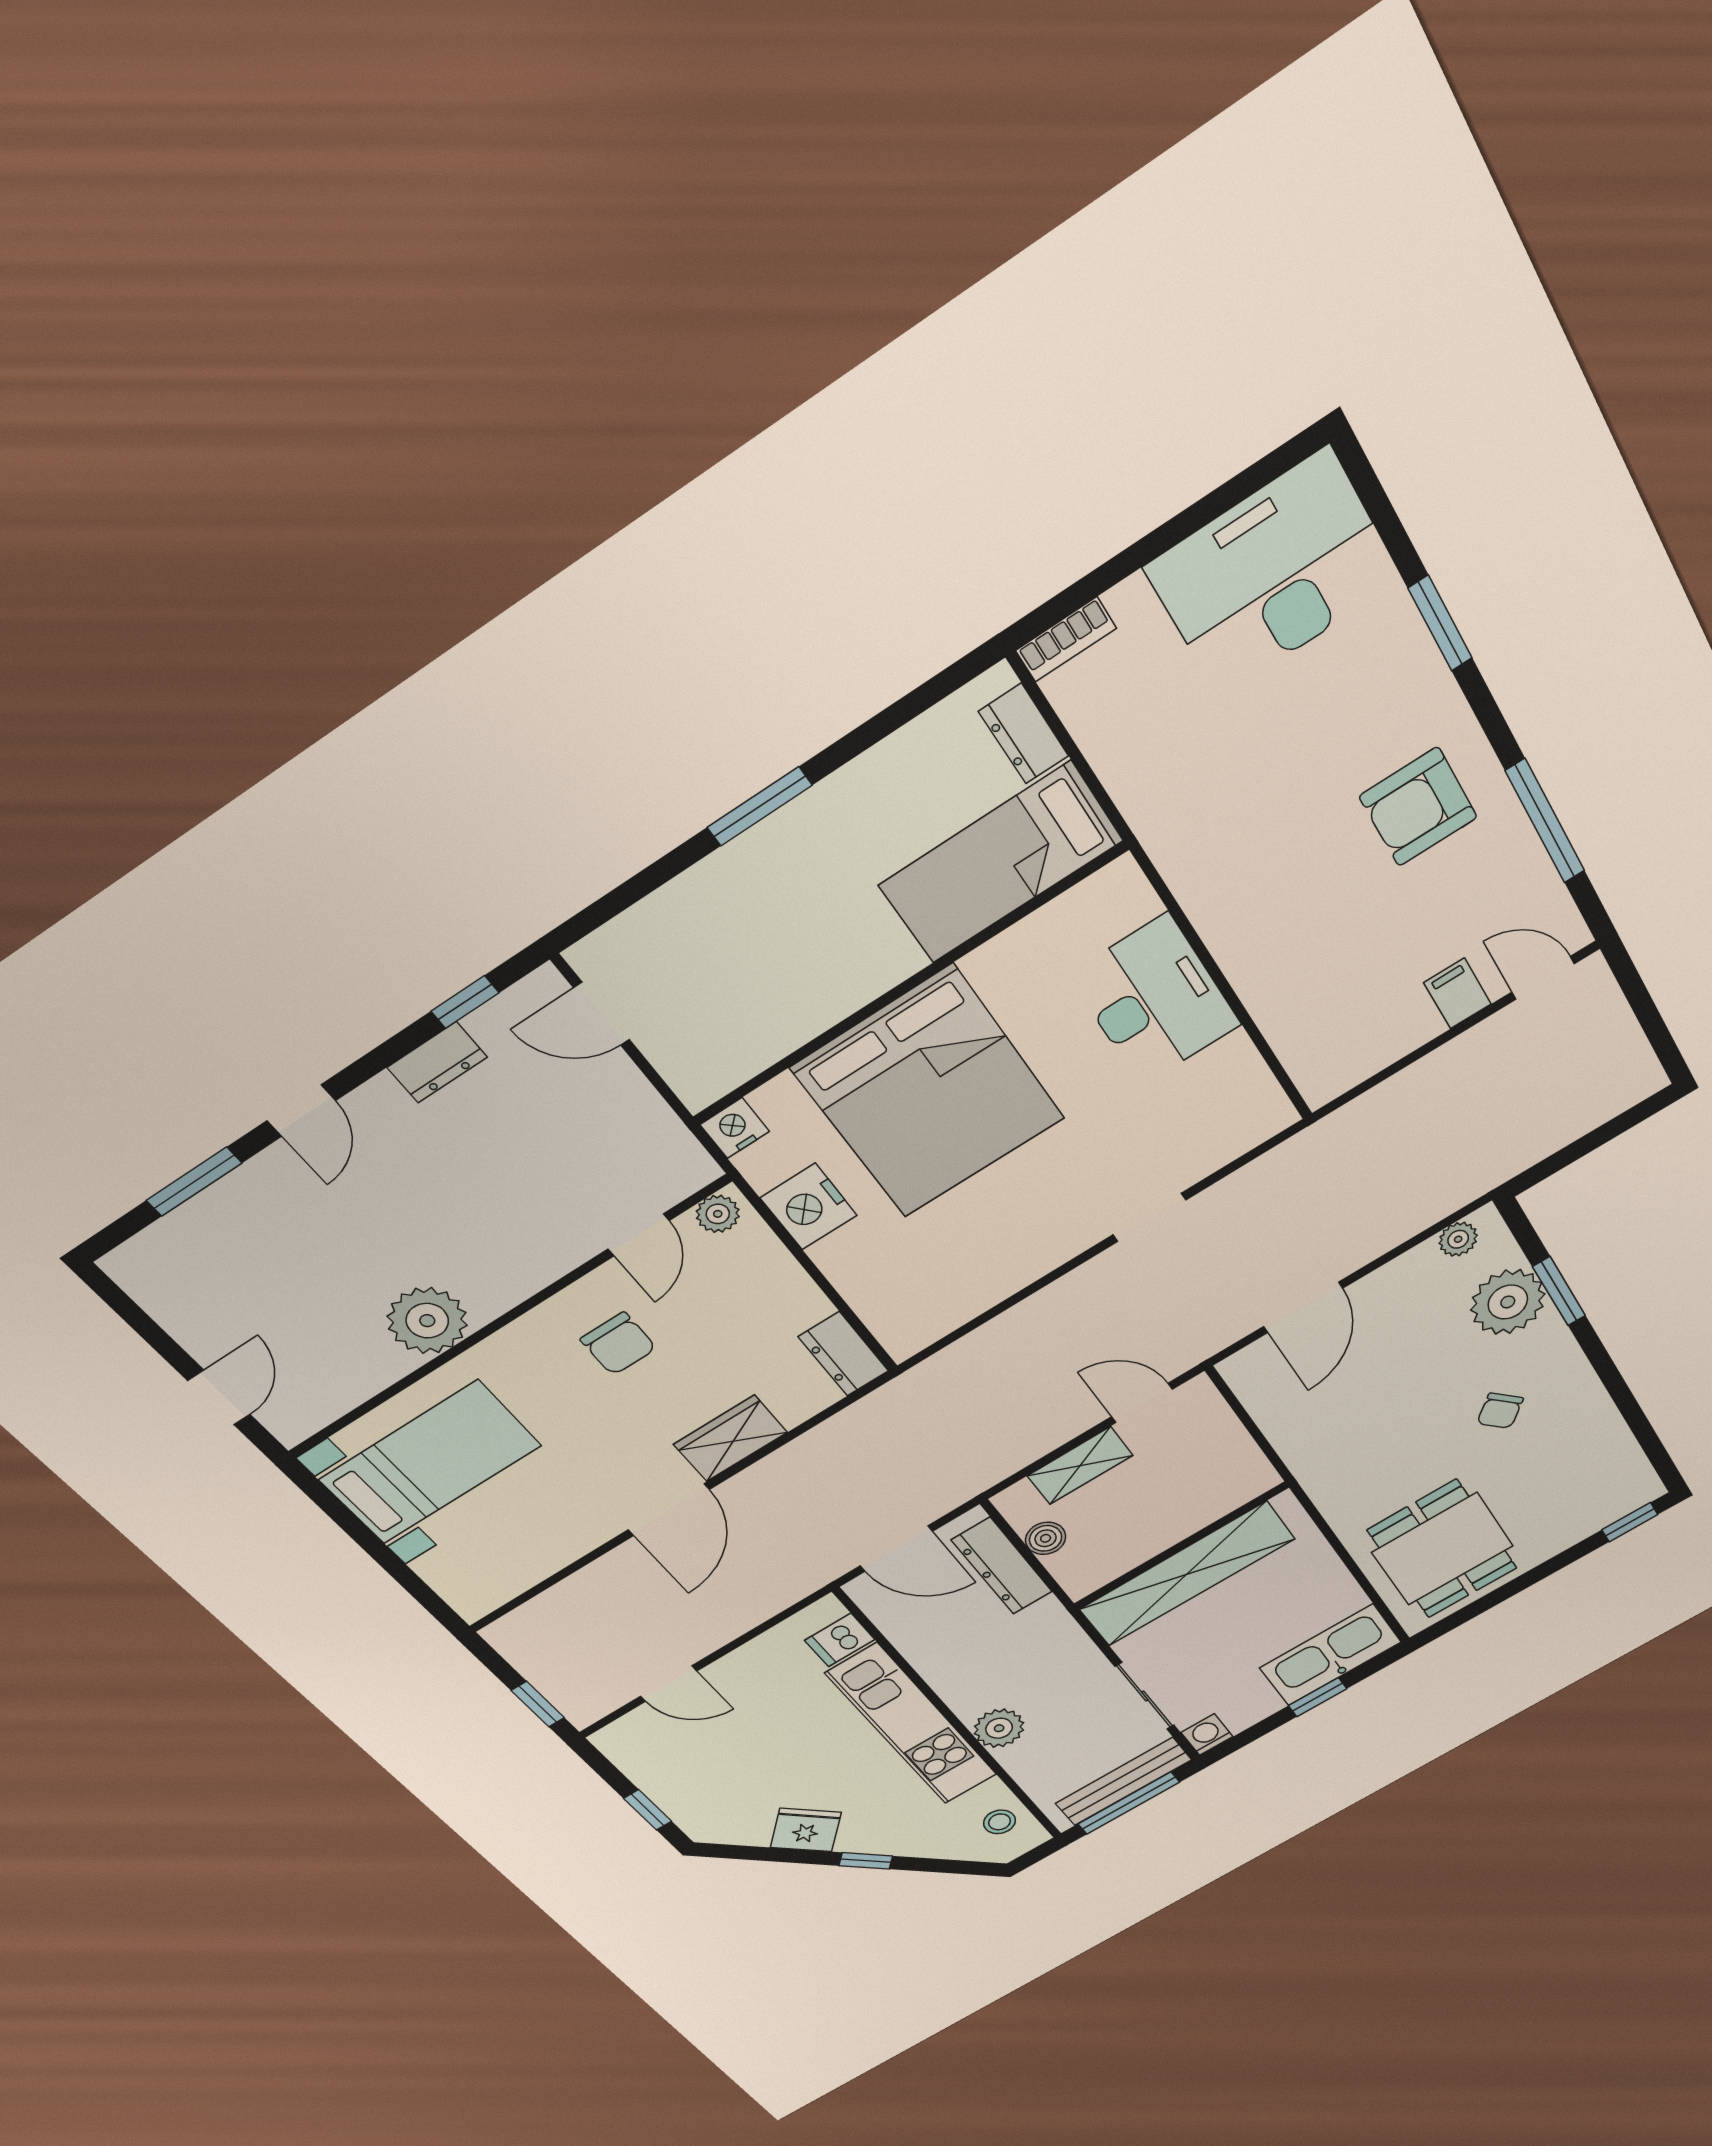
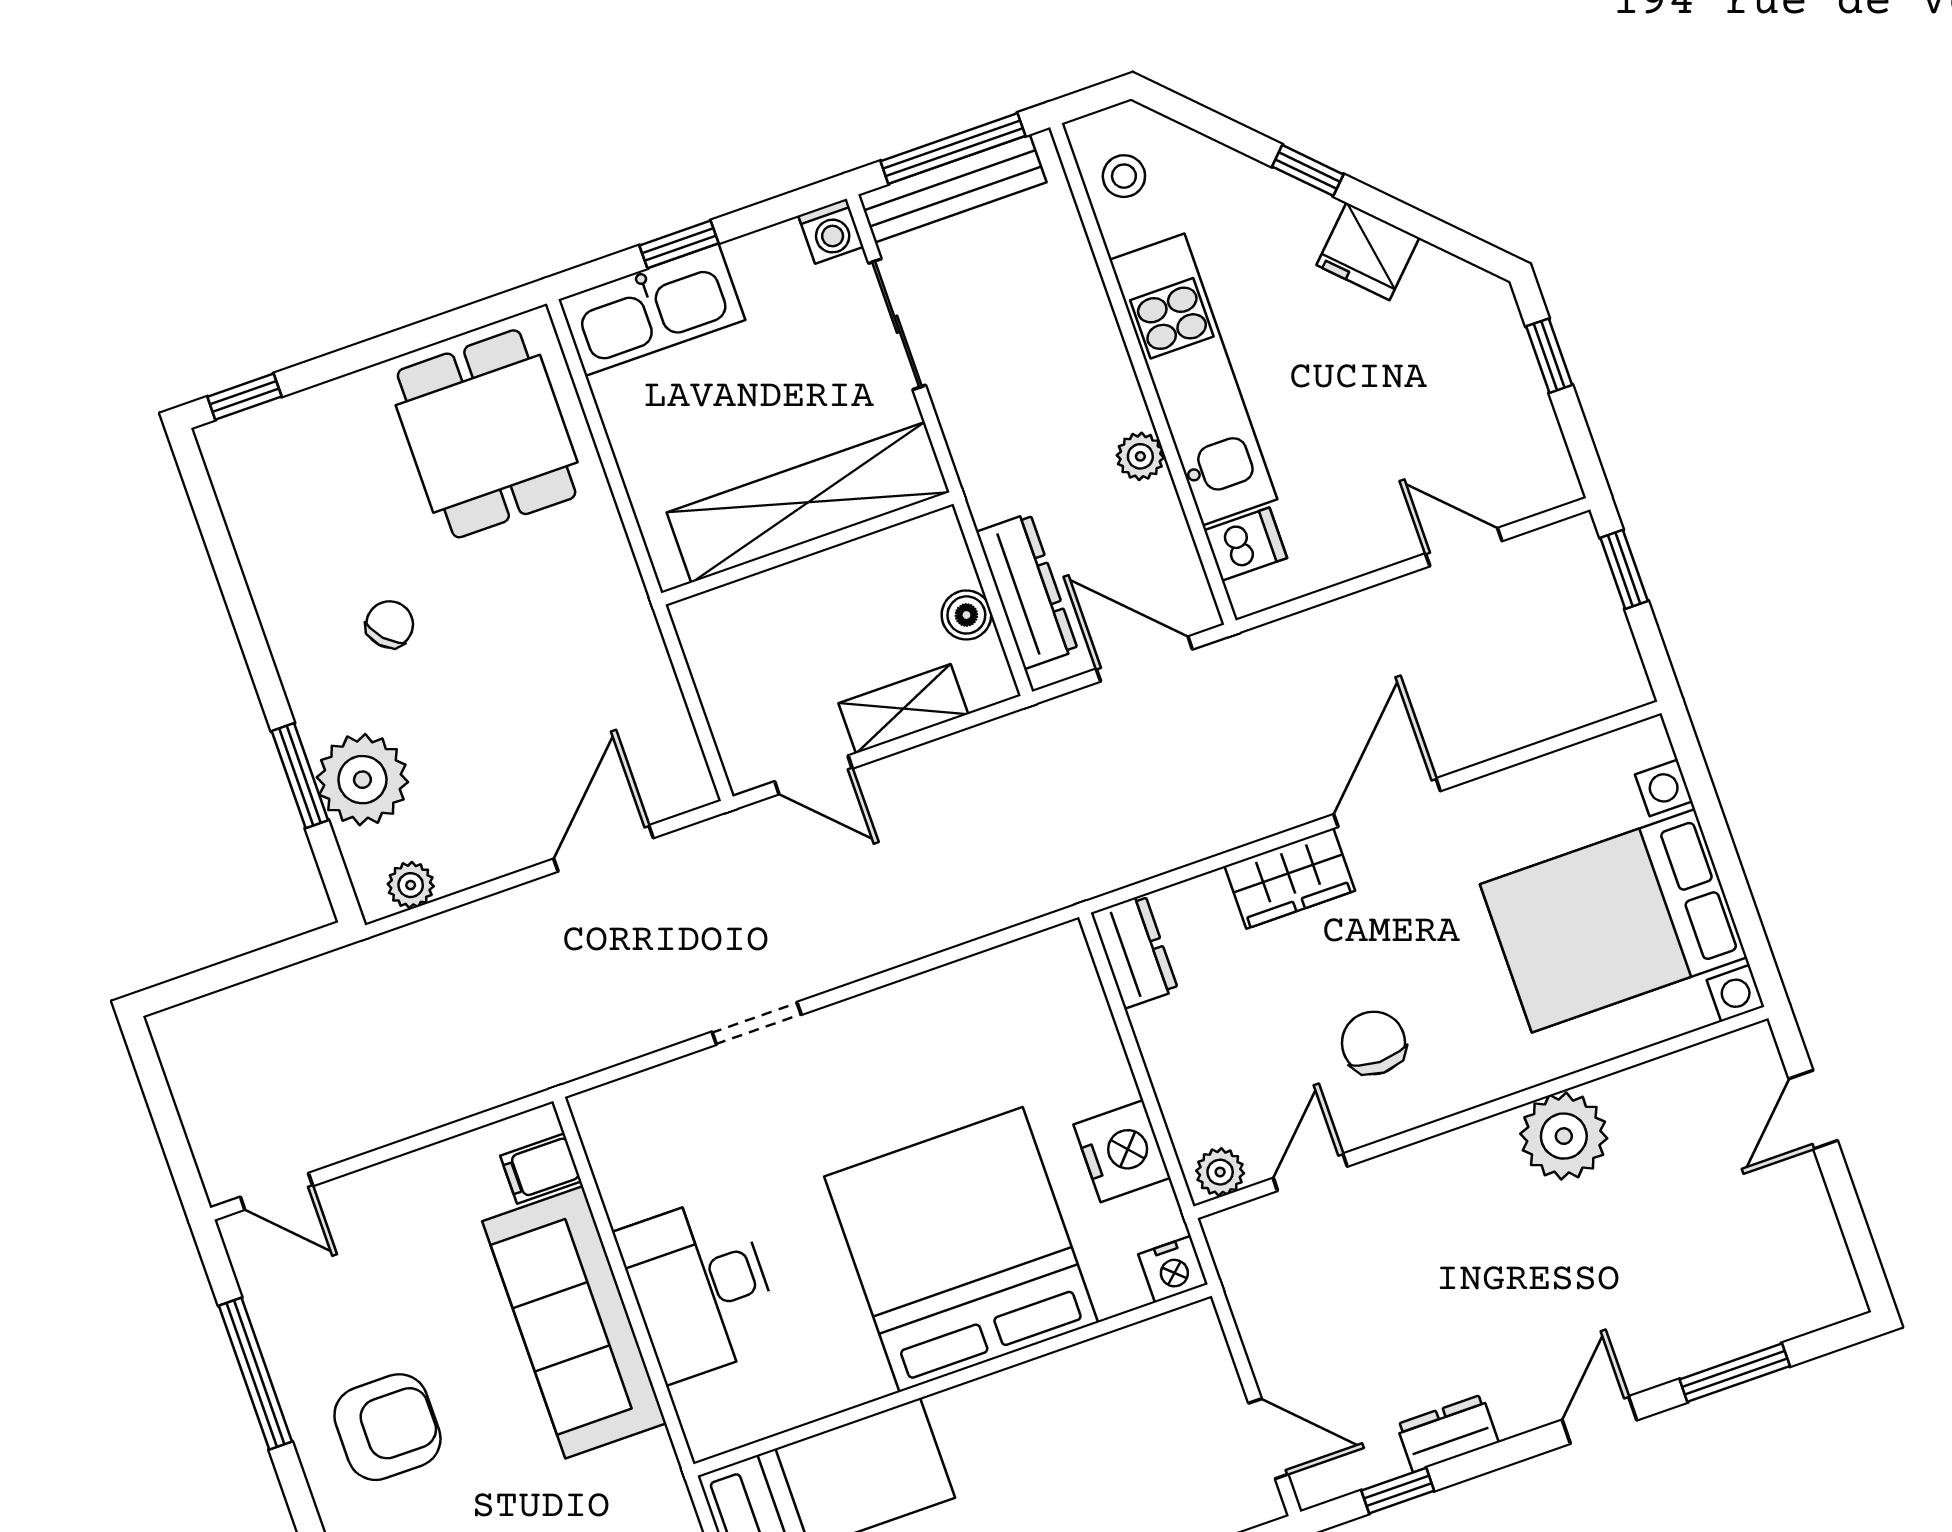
sofa: (1262, 942) -> (574, 1322), added
filing cabinet: (1457, 993) -> (541, 1168), moved, turned 90
bed with nightstands: (430, 1463) -> (1614, 921), width x1.36
plant: (999, 1728) -> (1140, 456), moved, width x0.73, depth x0.73

